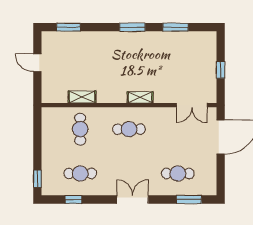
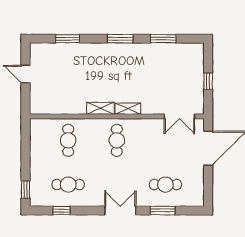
window: (68, 27) -> (68, 39), moved
shelving: (82, 97) -> (100, 108), moved
cafe table: (129, 129) -> (117, 140), turned 90
window: (189, 200) -> (162, 210), moved

